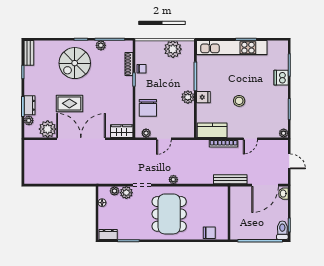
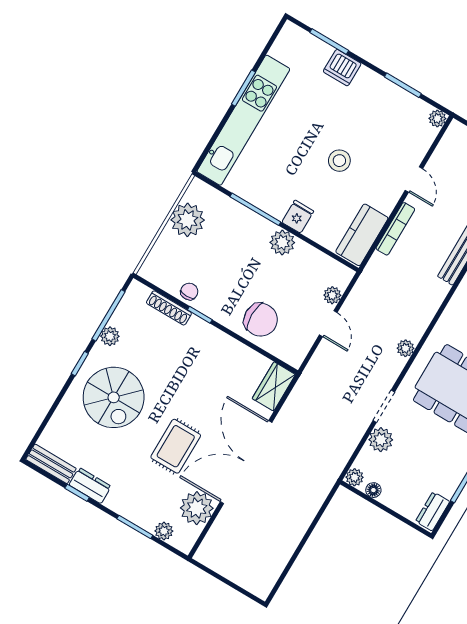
dresser: (29, 105) -> (90, 486), moved
plant: (146, 133) -> (332, 295), moved
plant: (114, 191) -> (355, 477), moved

